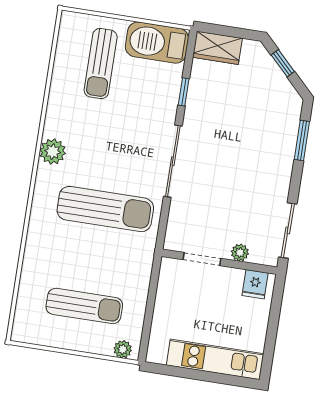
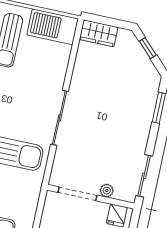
window: (184, 92) -> (71, 66), removed
doorway: (202, 259) -> (78, 194), width x1.38

